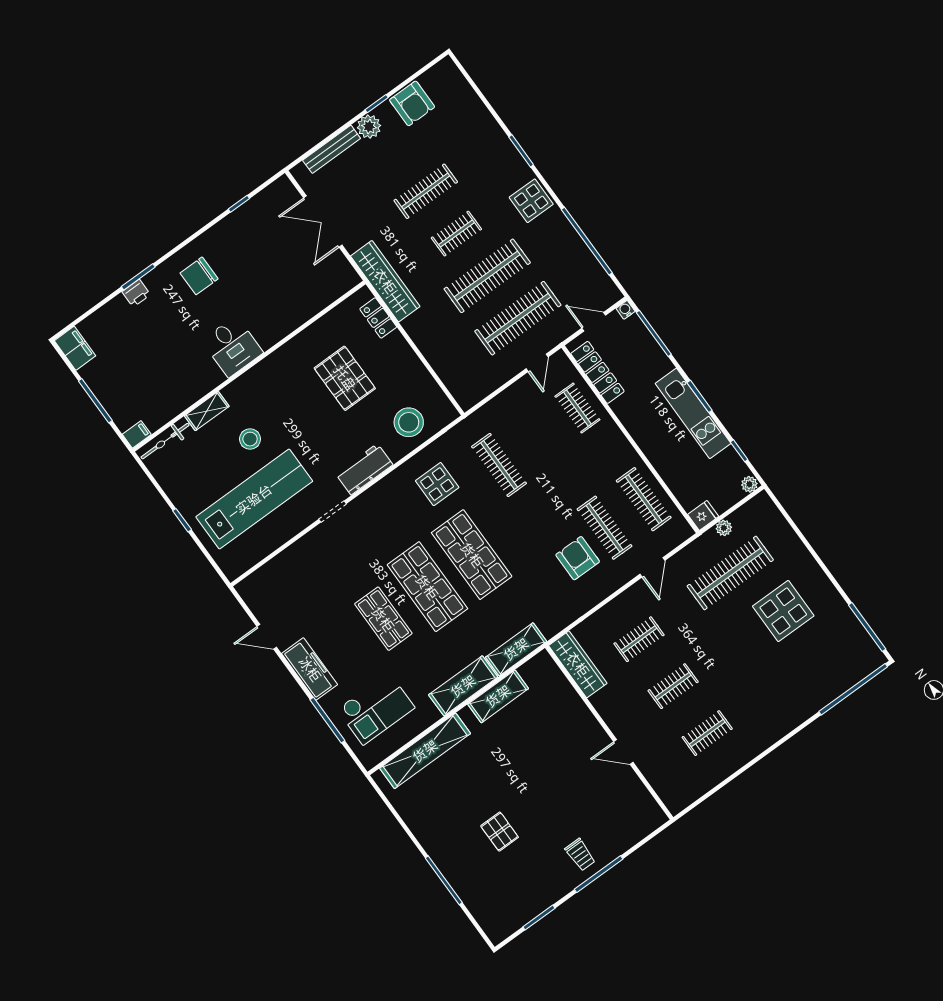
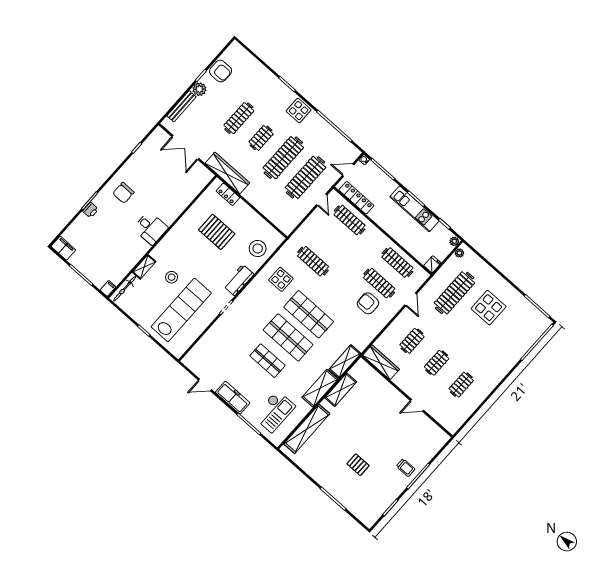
clothes rail: (577, 408) -> (350, 220), width x1.36
plant: (724, 528) -> (459, 253), moved

